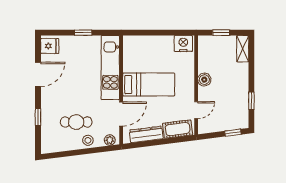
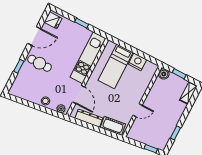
nightstand: (183, 44) -> (137, 62), moved
boiler: (204, 80) -> (164, 74), moved
bed: (149, 84) -> (116, 66), moved, turned 90
door: (196, 110) -> (138, 110), moved
door: (121, 114) -> (79, 95), hinge flipped
cafe table: (76, 122) -> (40, 63), moved

